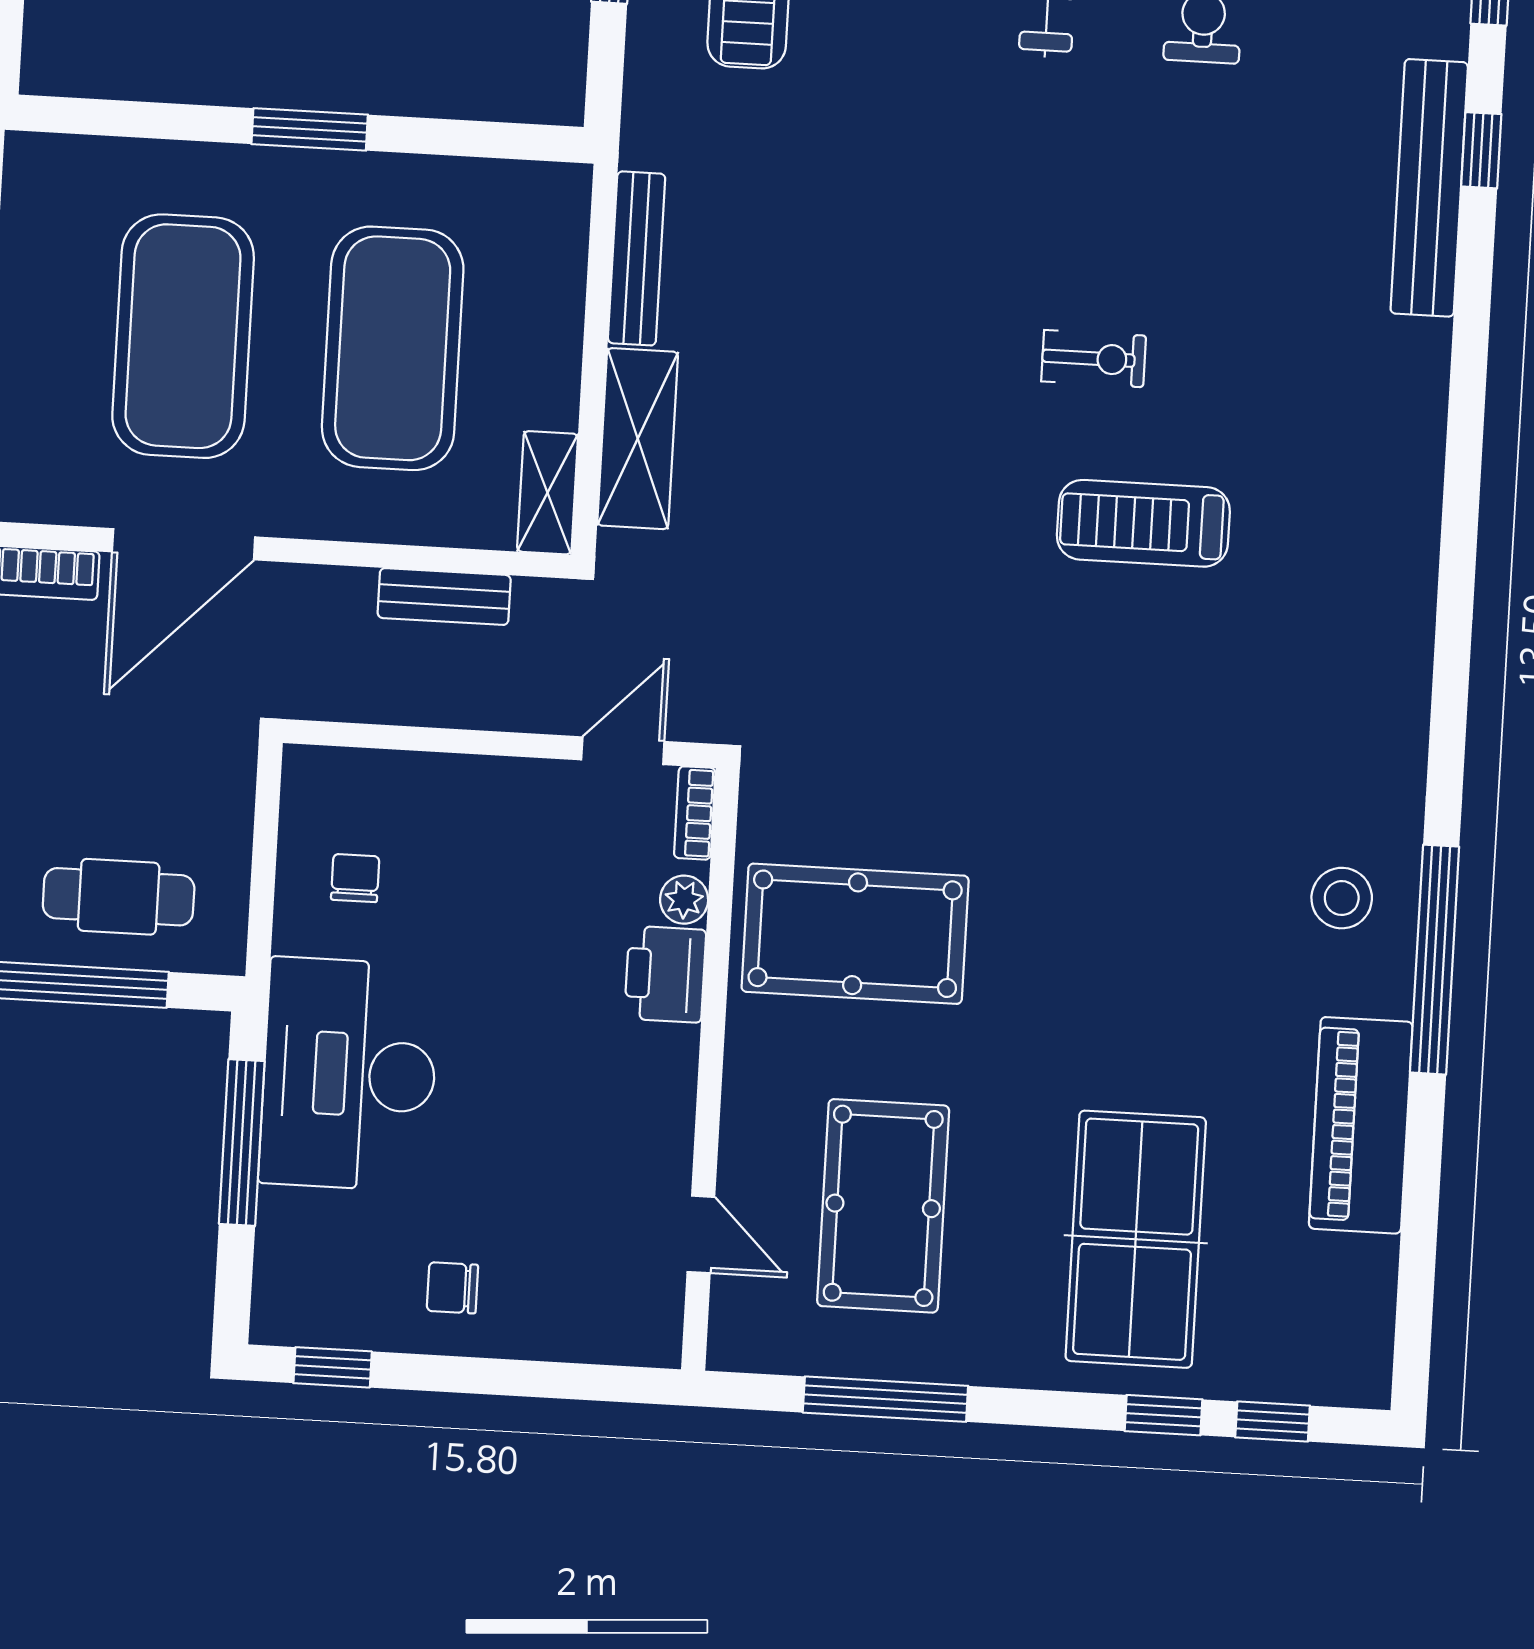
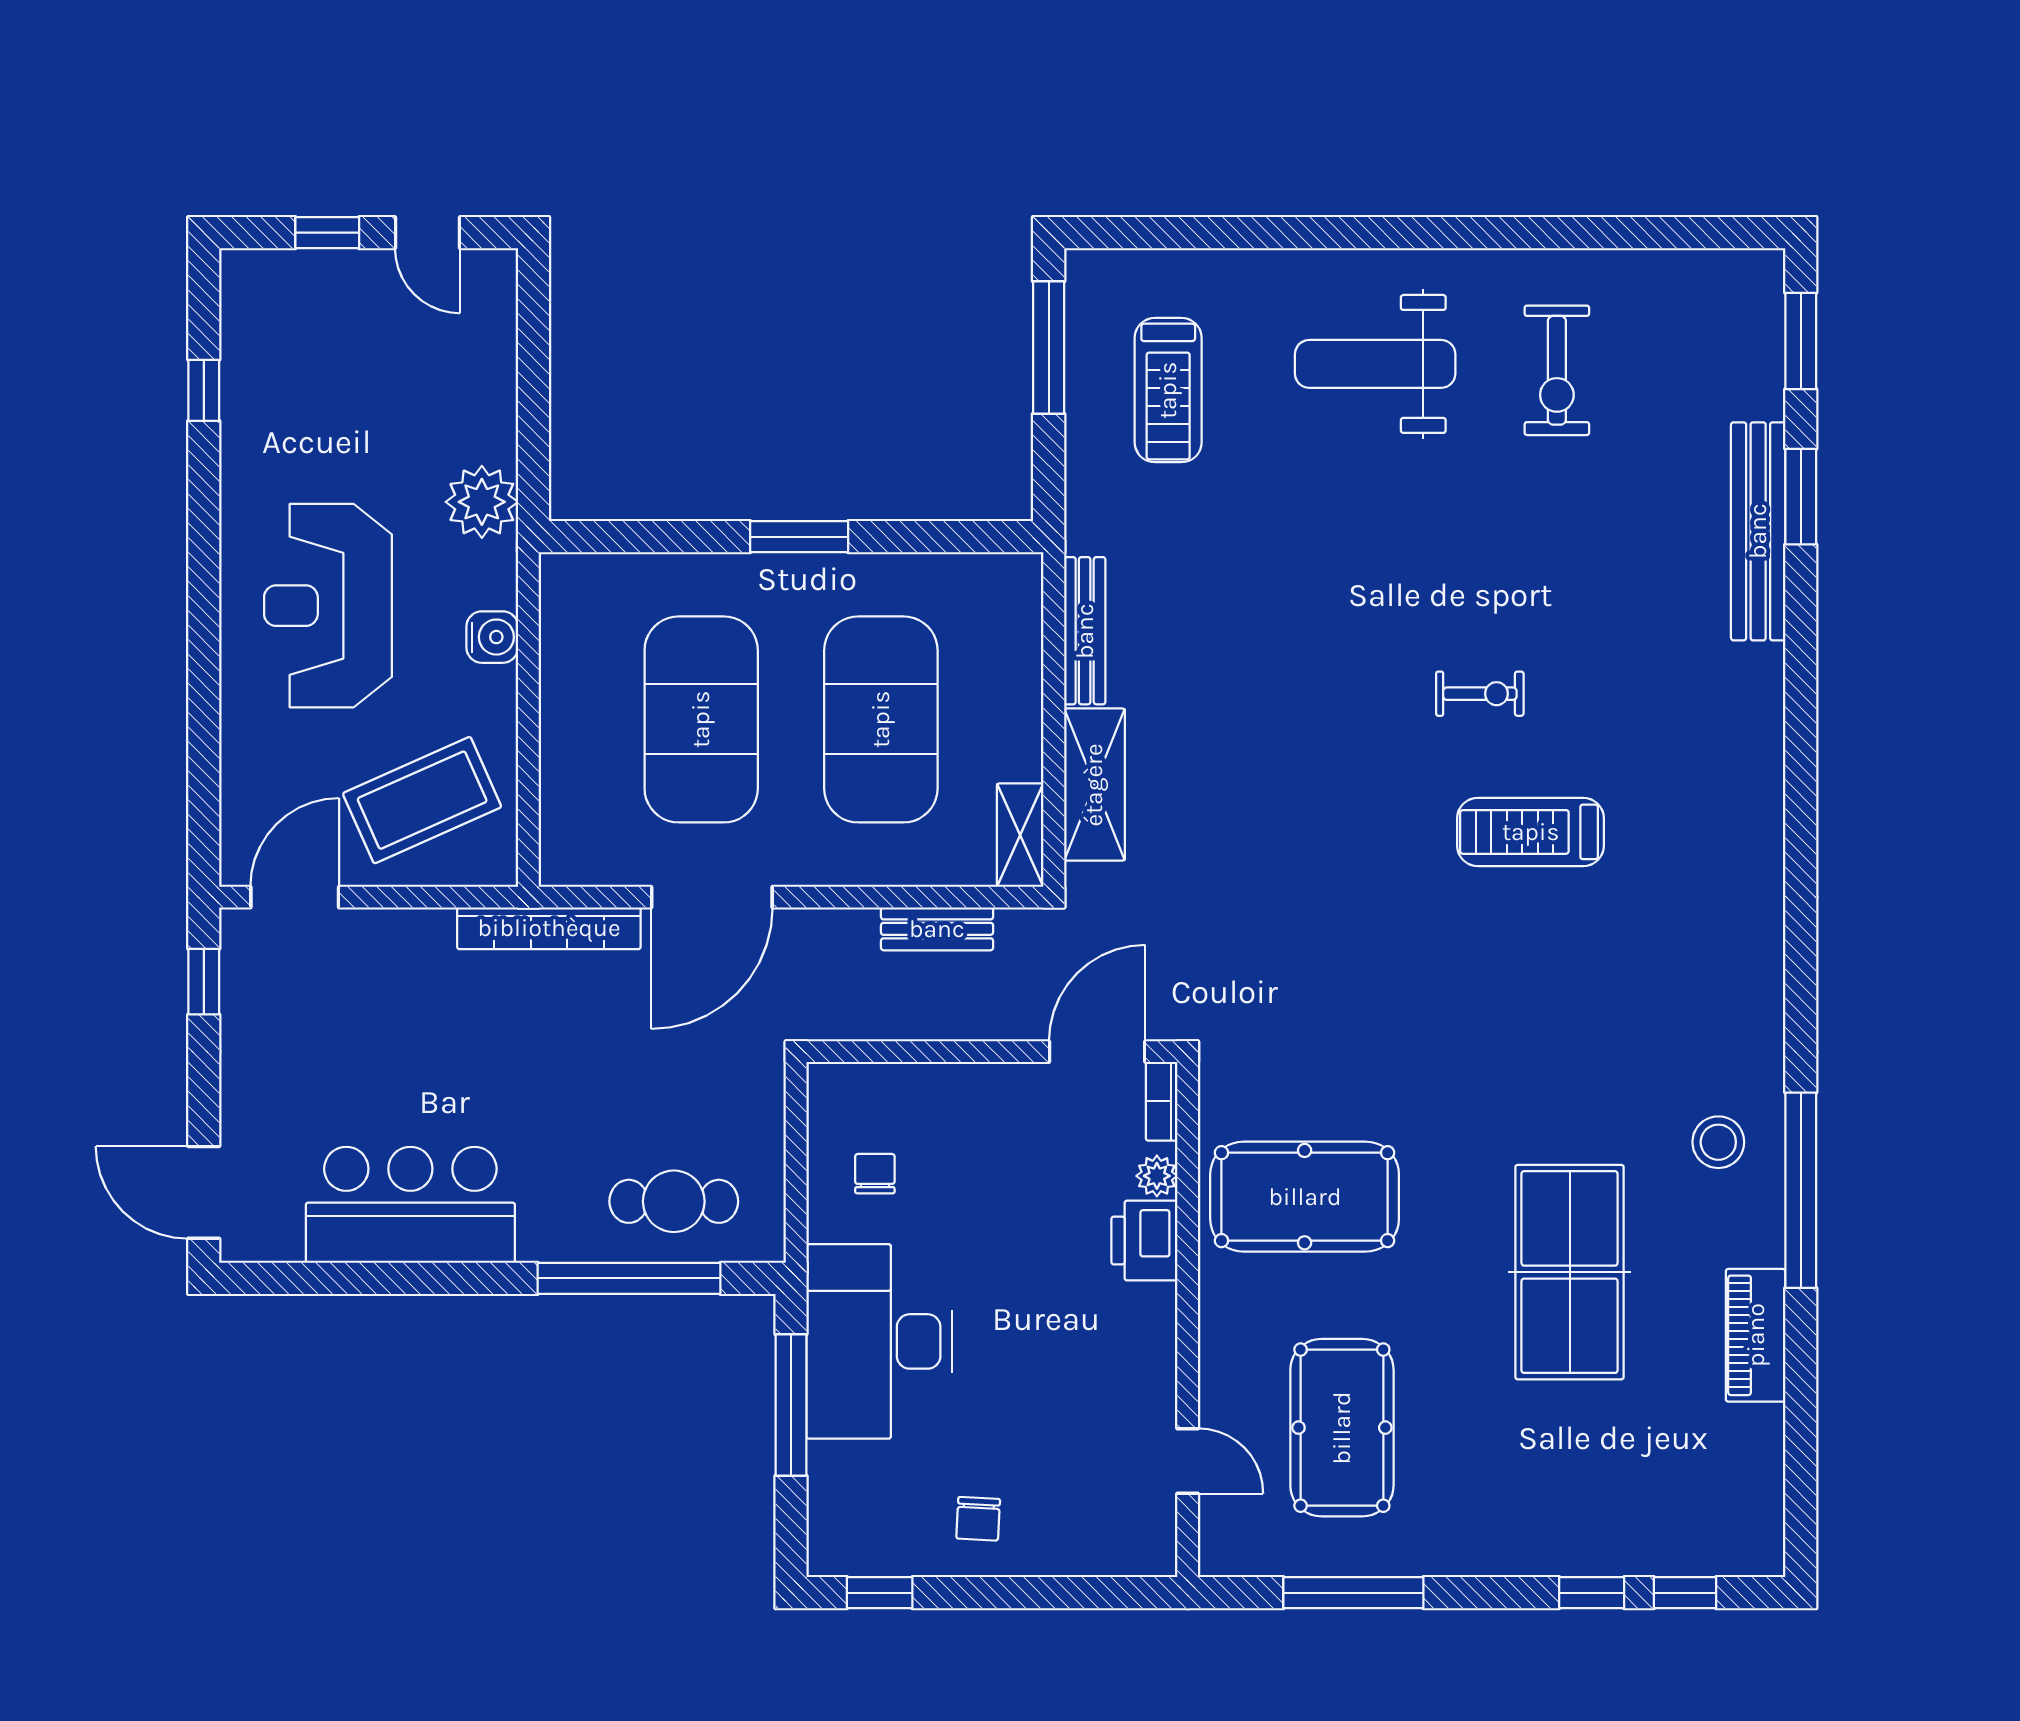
window: (1481, 150) -> (1801, 497), width x1.50
door: (623, 751) -> (1097, 1052), width x1.38
piano: (1361, 1125) -> (1756, 1335), width x0.73, depth x0.75
table tennis table: (1136, 1239) -> (1570, 1272), moved
chair: (452, 1288) -> (978, 1519), turned -87

